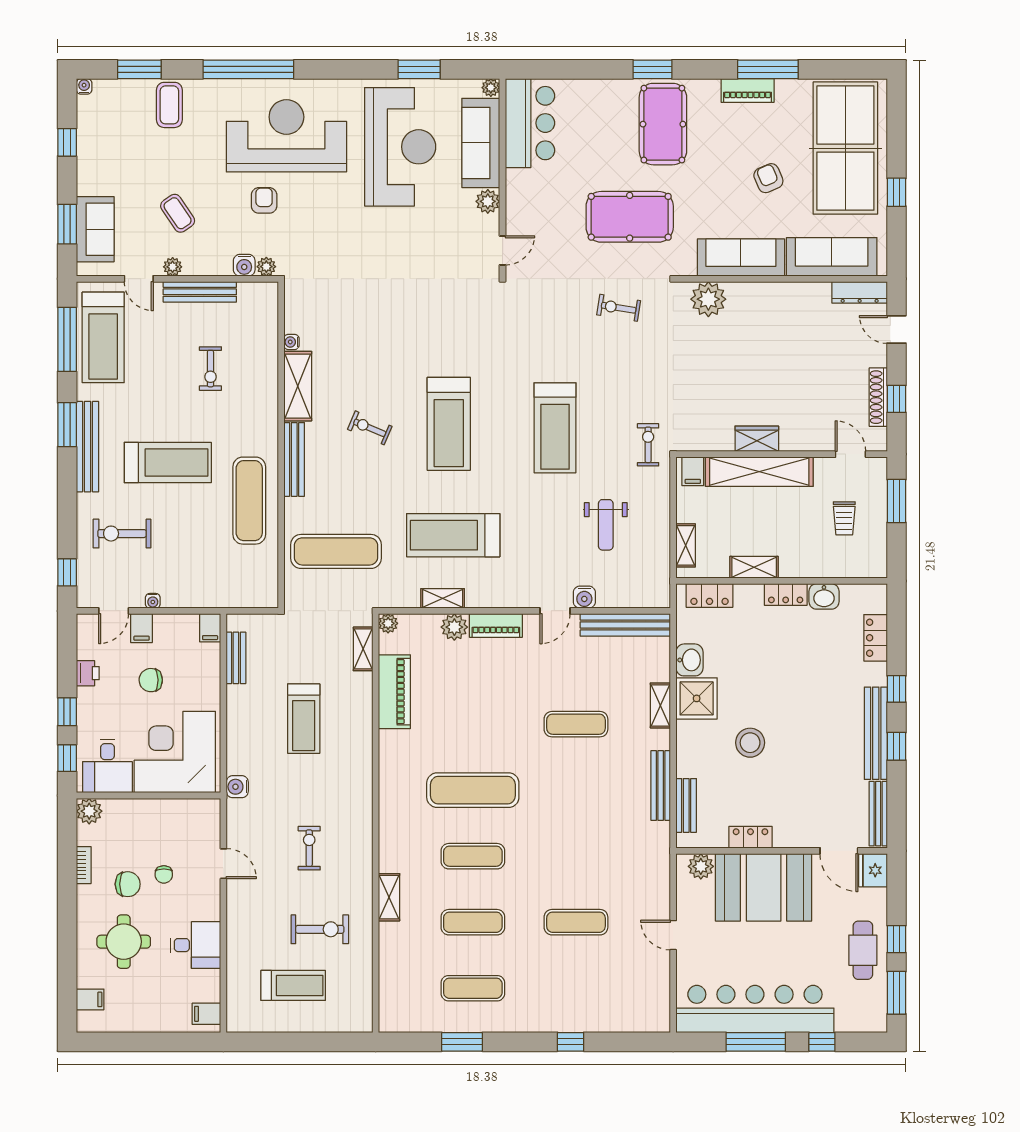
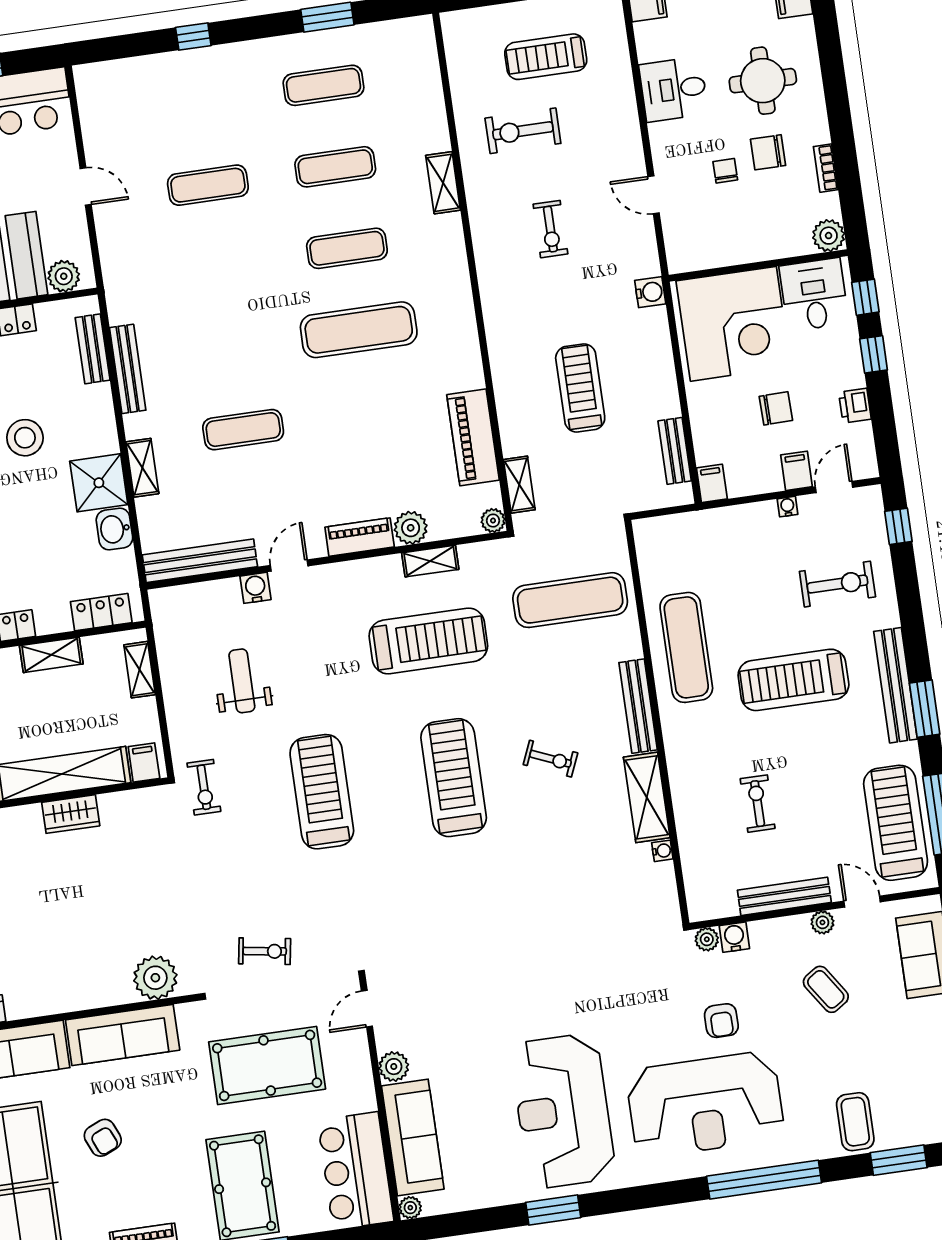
plant: (491, 88) -> (410, 1208), moved
bar counter: (530, 123) -> (356, 1171), moved
sofa: (481, 143) -> (413, 1137), moved
wall: (503, 177) -> (380, 1099), moved
plant: (488, 201) -> (394, 1067), moved
door: (503, 250) -> (367, 1009), moved

